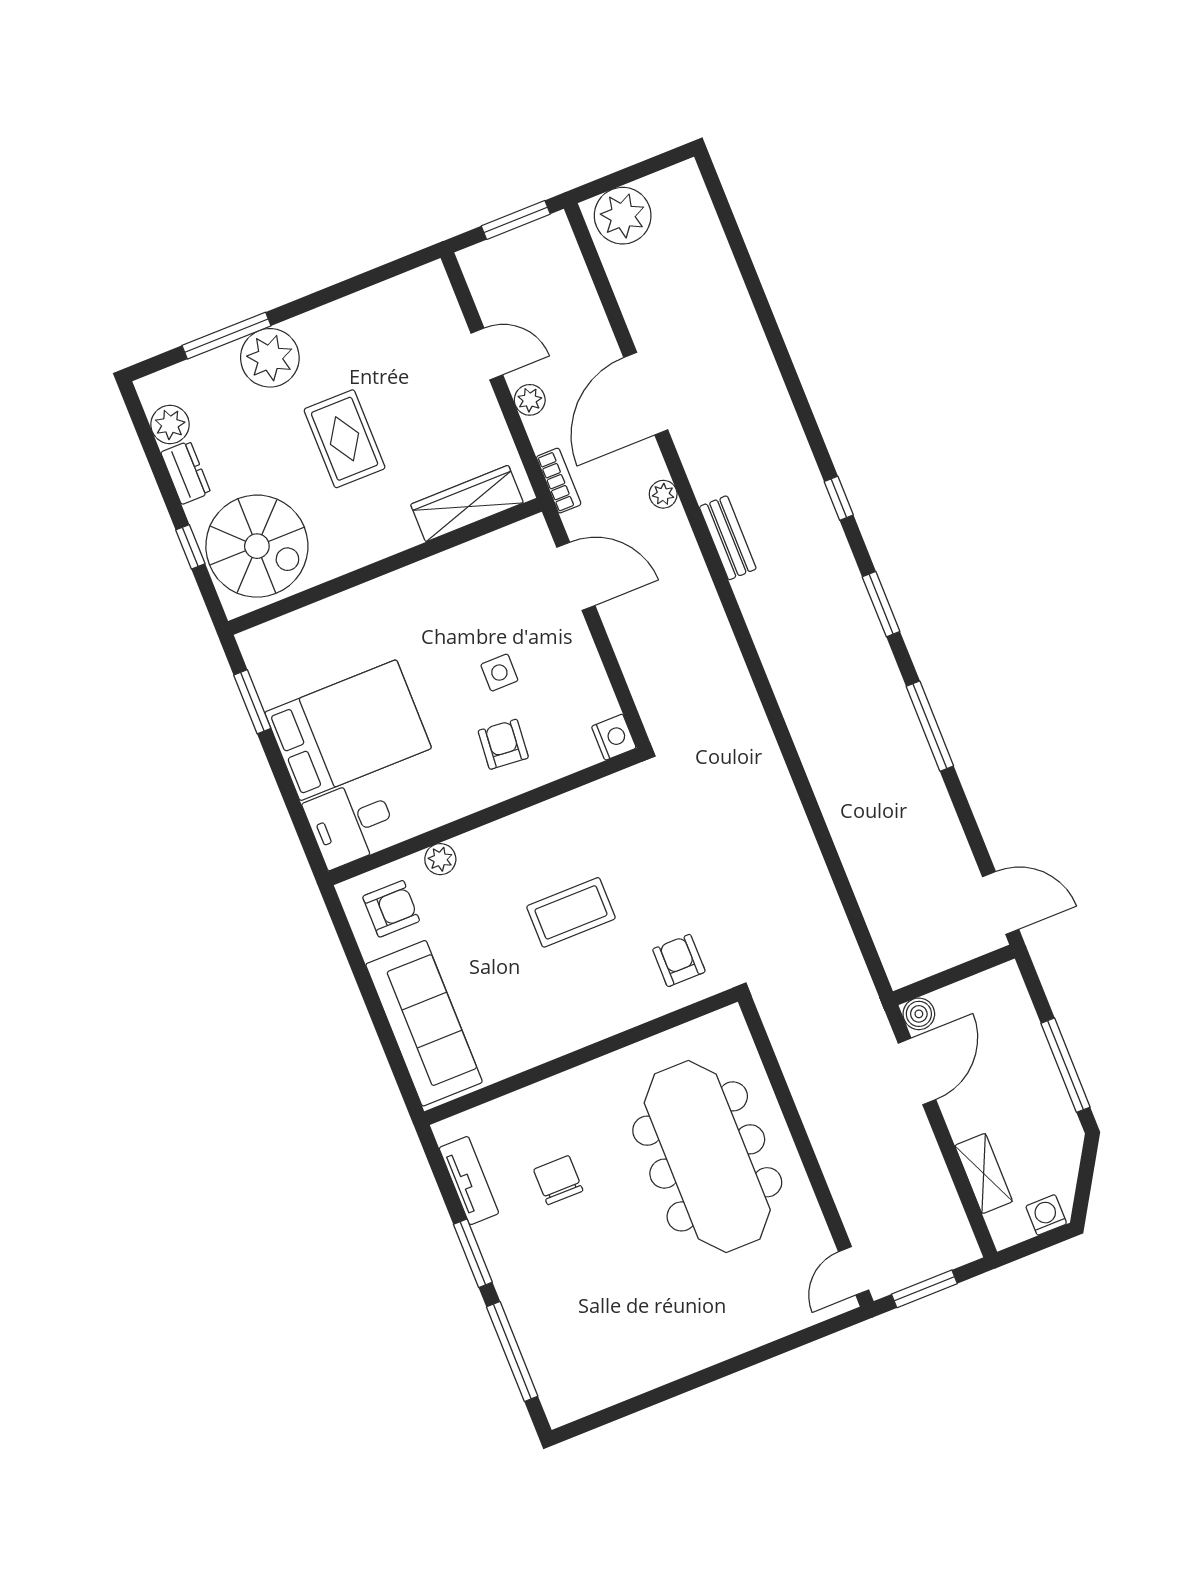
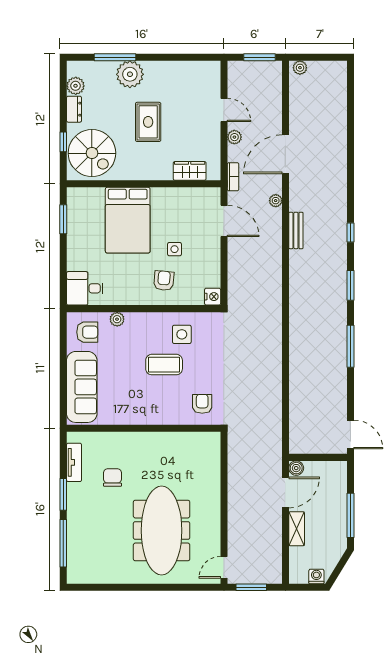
plant: (623, 216) -> (300, 68), width x0.53, depth x0.53
wardrobe: (467, 504) -> (190, 171), width x0.67
bed: (348, 730) -> (128, 220), moved, turned 90
side table: (582, 838) -> (182, 334), added
meeting table: (707, 1156) -> (162, 531), moved
shelving: (984, 1173) -> (297, 529), moved

